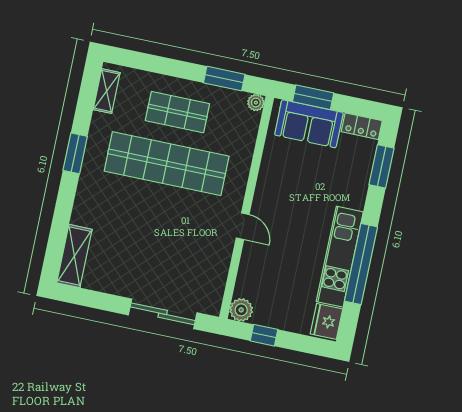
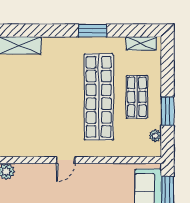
window: (224, 79) -> (168, 111), moved
plant: (256, 103) -> (155, 136), moved

